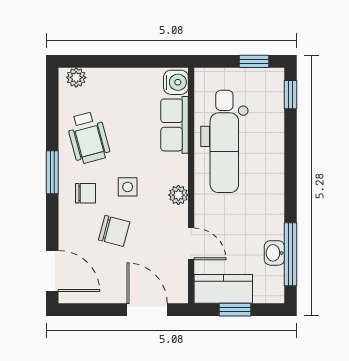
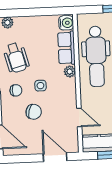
plant: (178, 195) -> (70, 71), moved

